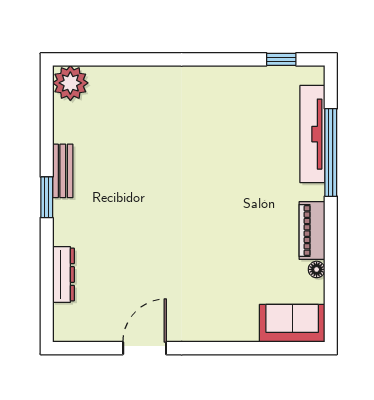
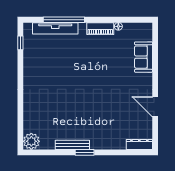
bench: (63, 171) -> (72, 145), width x1.36
dresser: (63, 275) -> (139, 144), moved
sofa: (292, 323) -> (144, 57), moved

